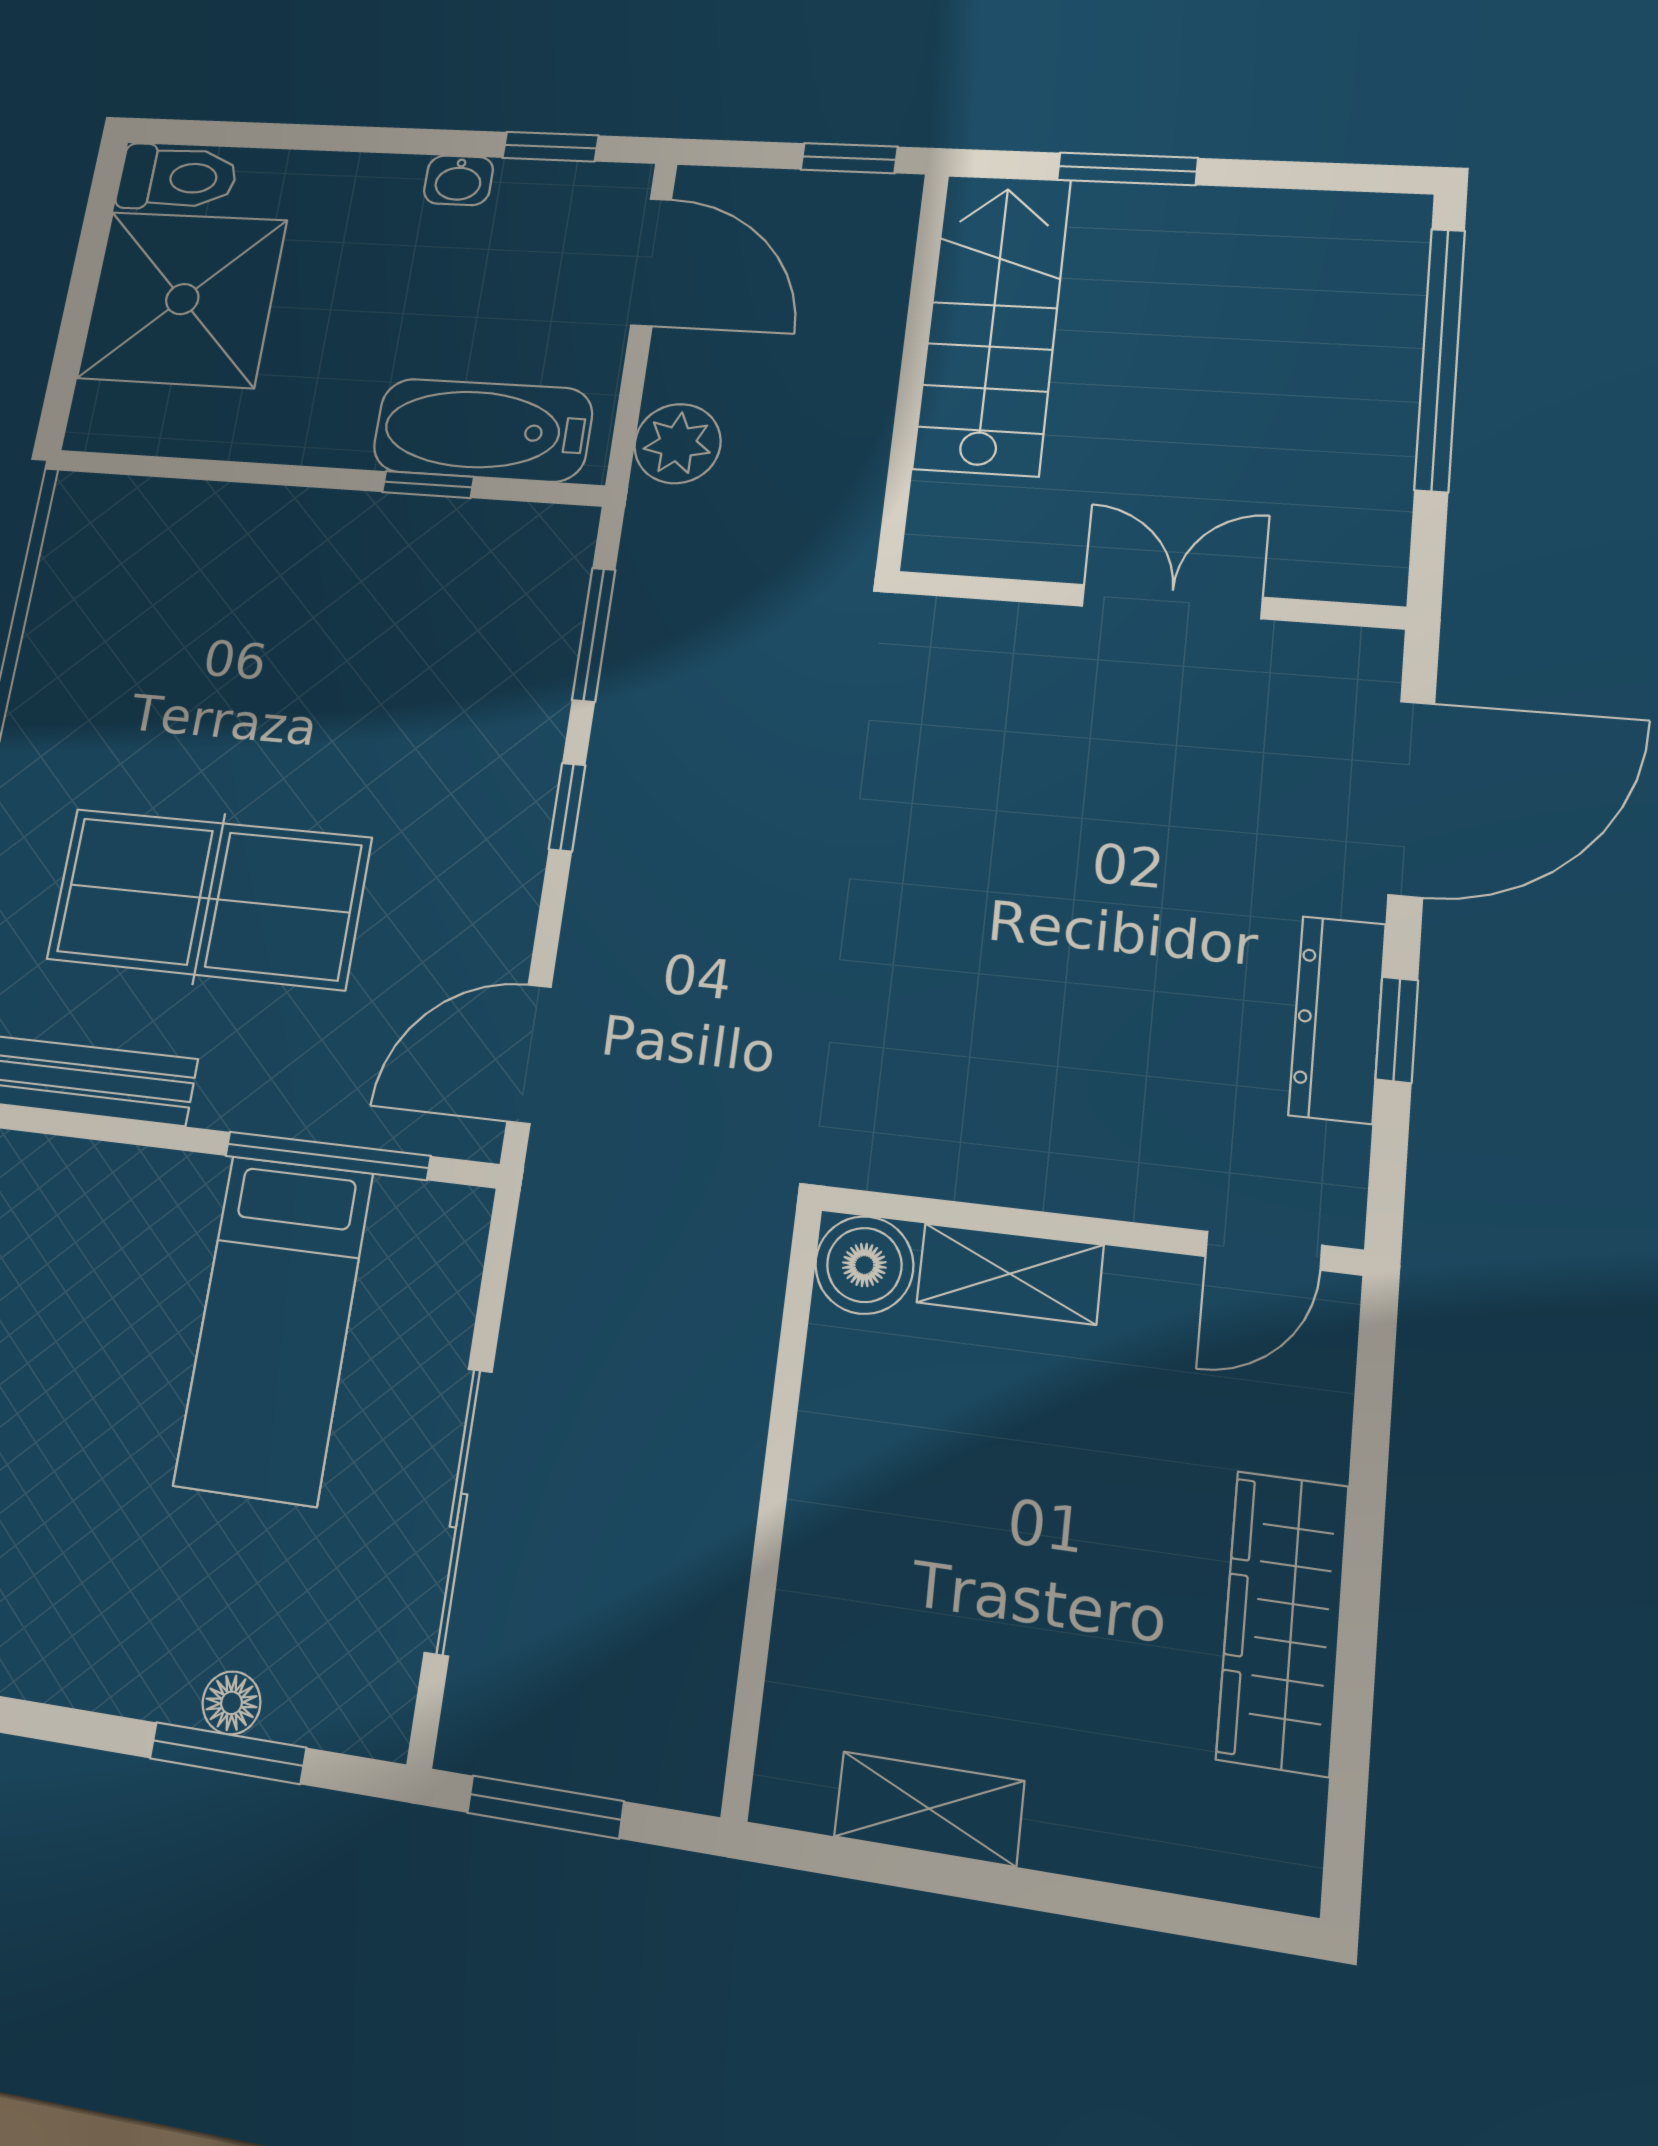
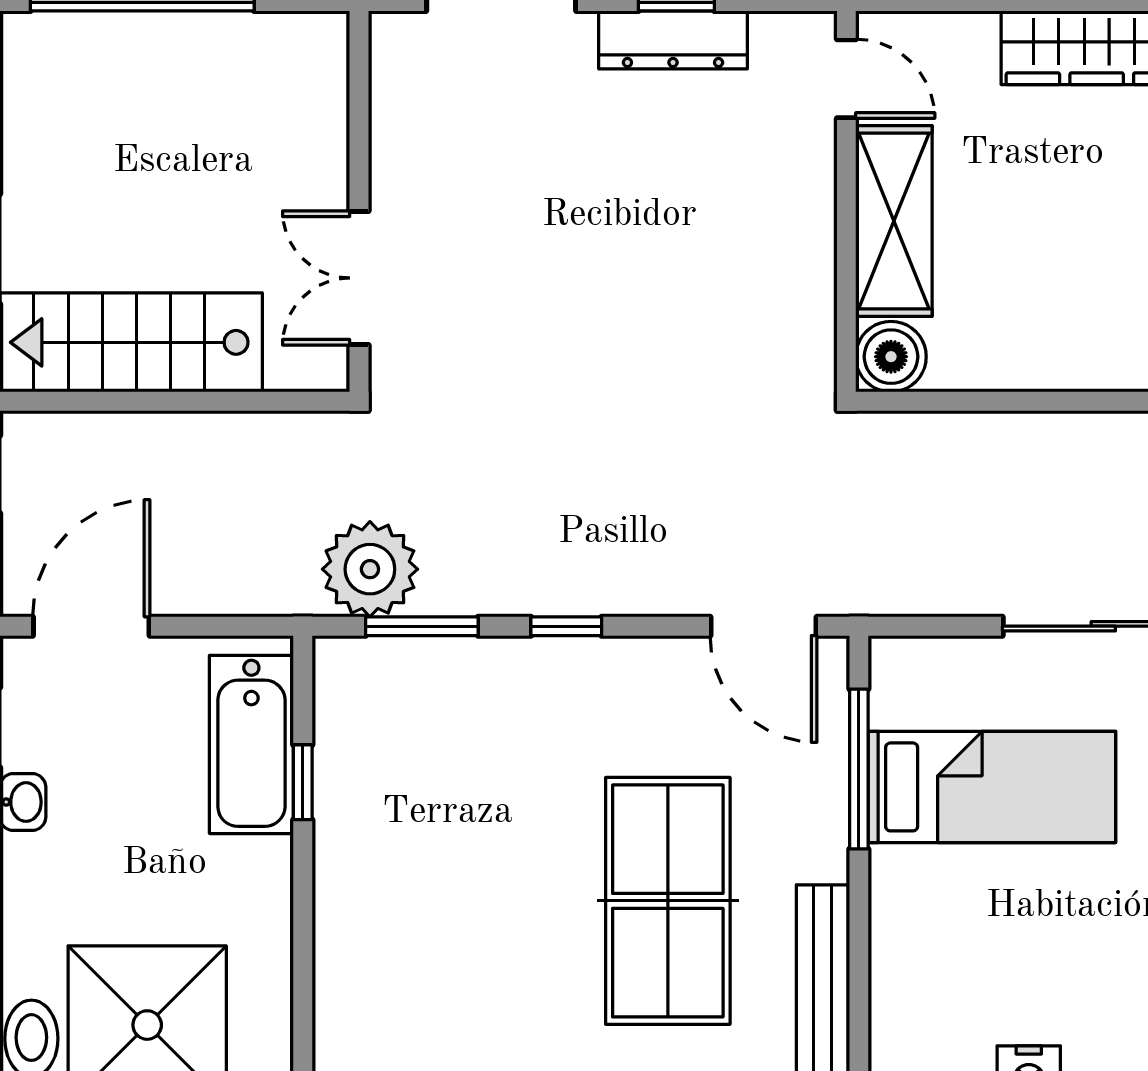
plant: (678, 444) -> (370, 569), moved, width x1.36, depth x1.36
double door: (1172, 602) -> (359, 278), moved
shelving: (1010, 1274) -> (894, 221), width x1.50, depth x1.33

